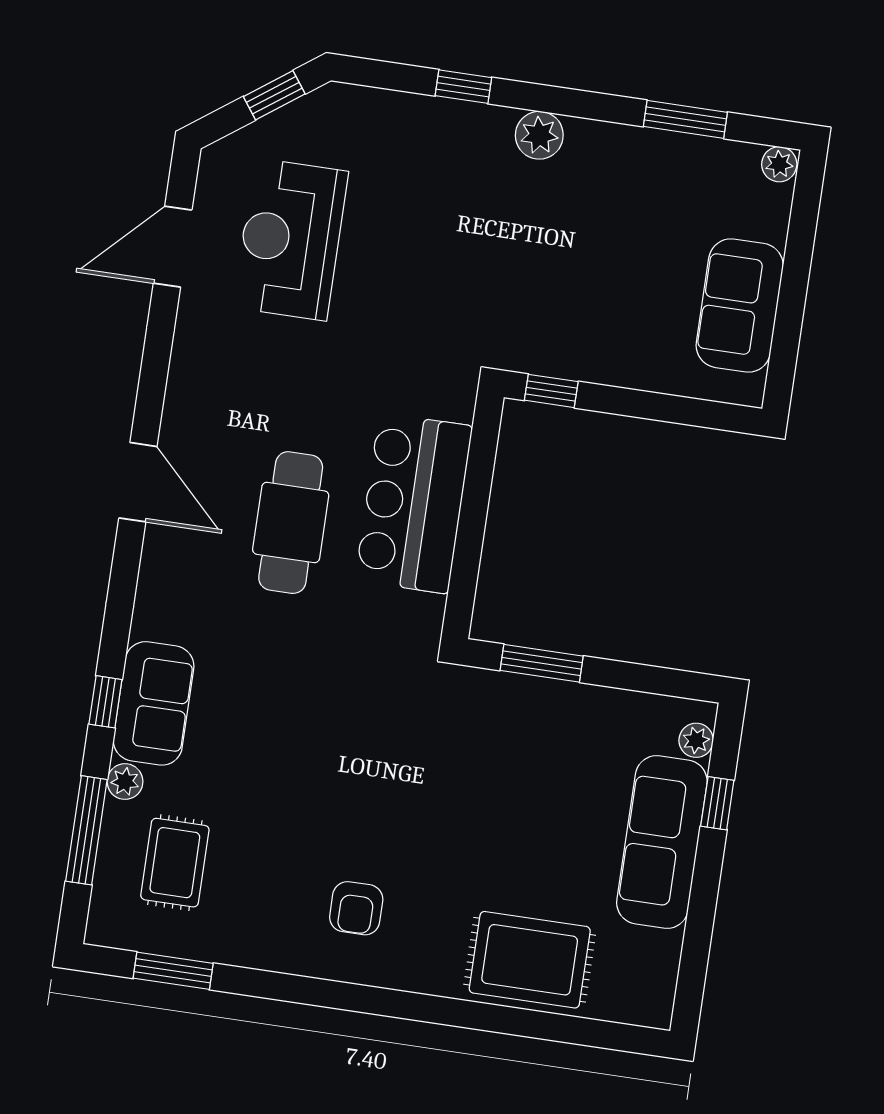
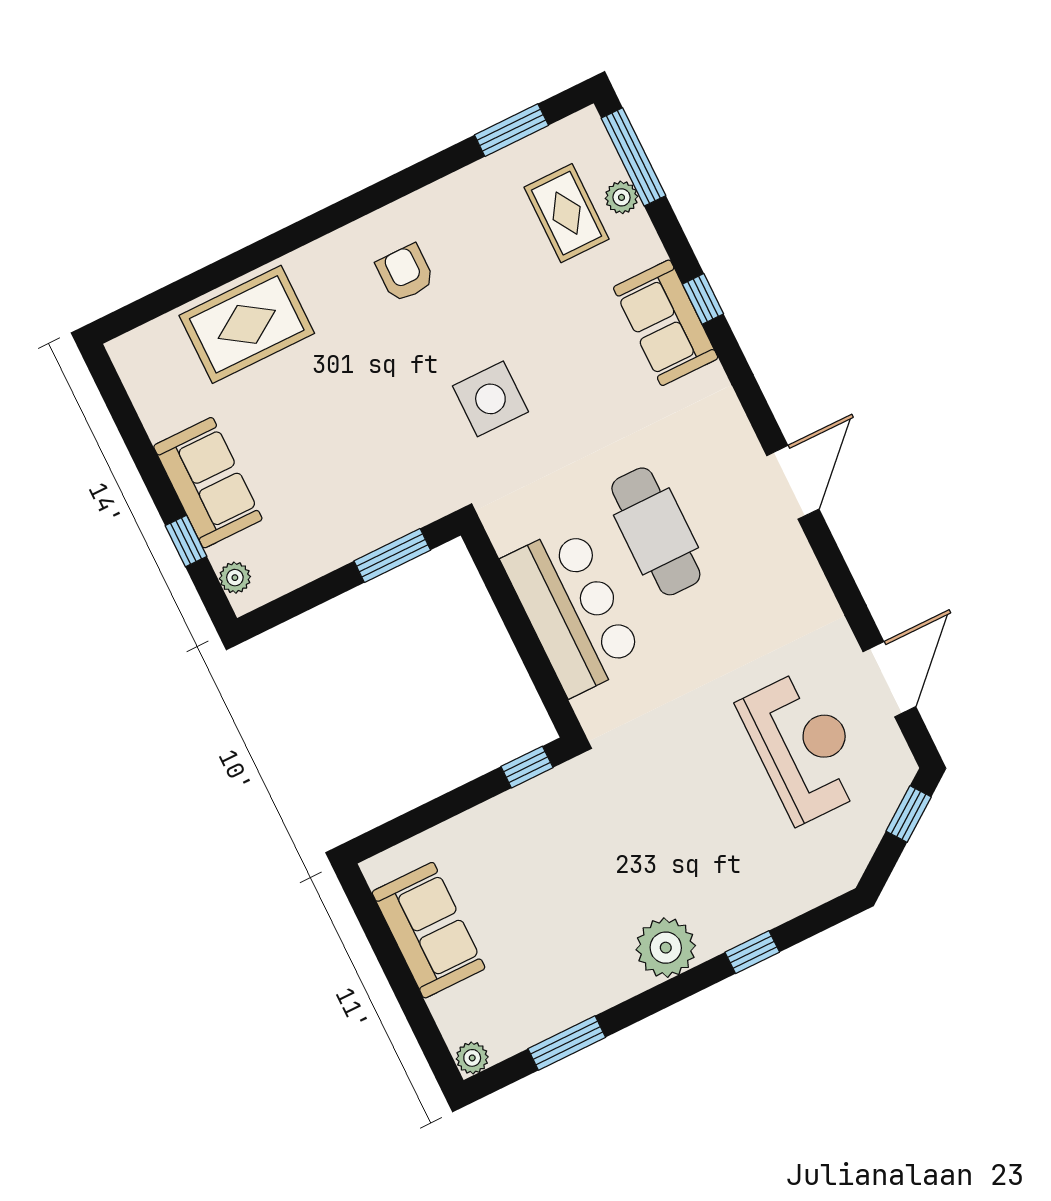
window: (274, 95) -> (909, 814), moved
plant: (539, 135) -> (666, 948), width x1.36, depth x1.36
door: (138, 482) -> (793, 482), swing flipped
side table: (357, 743) -> (490, 399), added
plant: (125, 782) -> (622, 197), moved
window: (86, 830) -> (633, 157), moved
sofa: (662, 842) -> (208, 483), width x0.73

